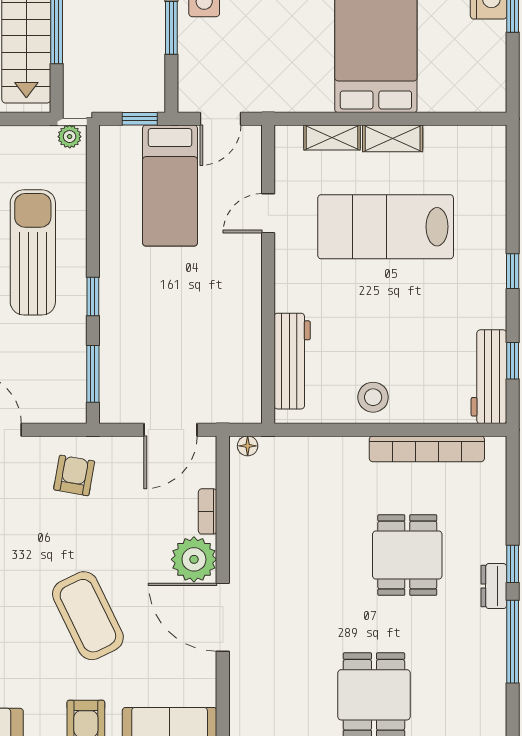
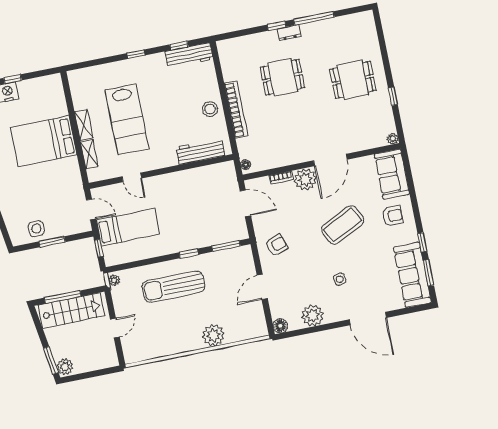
bookcase: (427, 449) -> (236, 110), moved
armchair: (74, 475) -> (277, 245), turned 151

